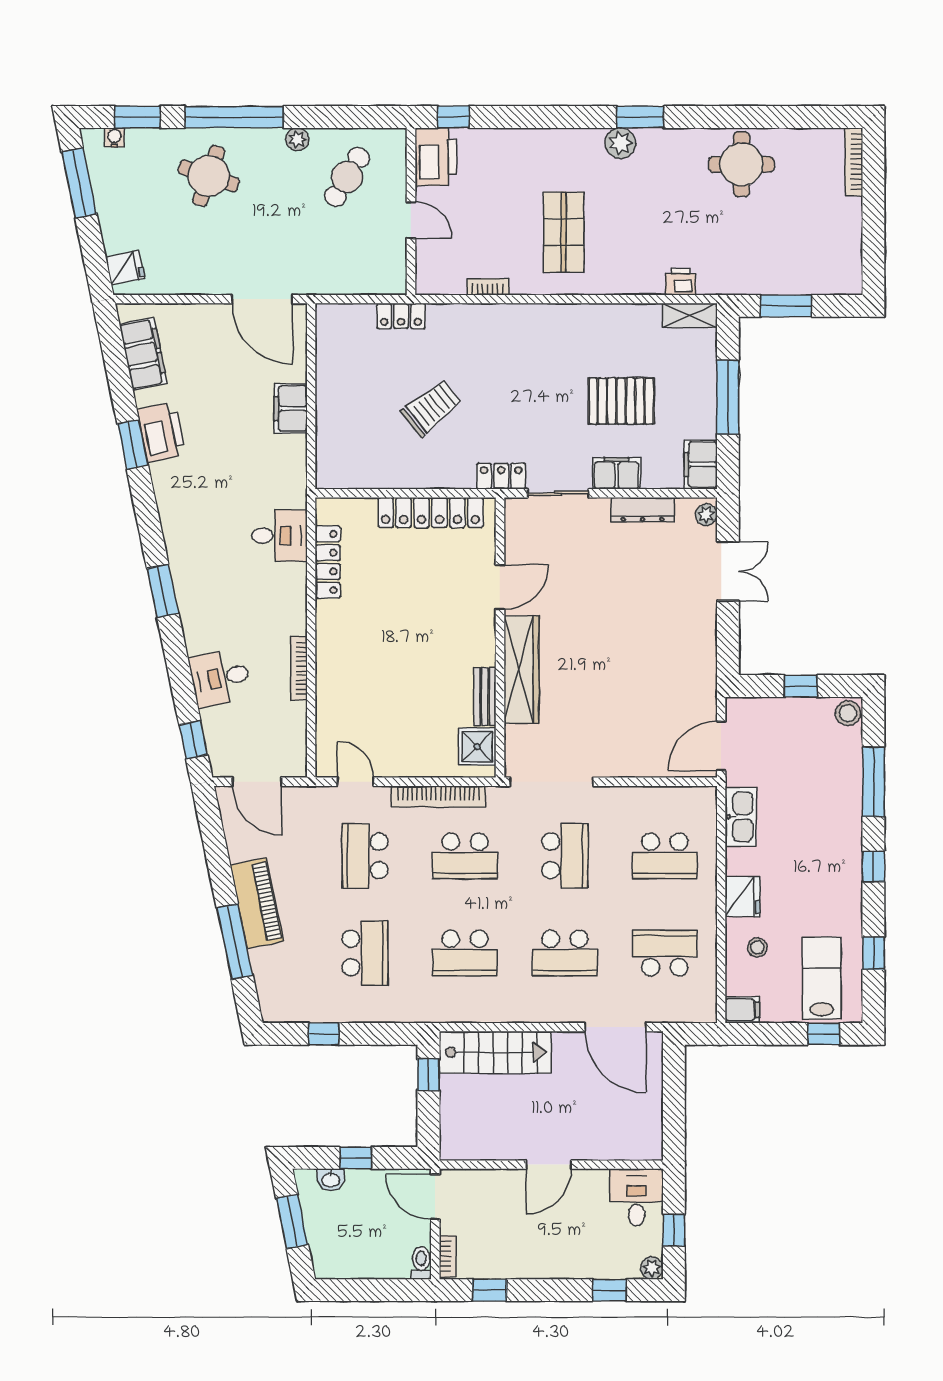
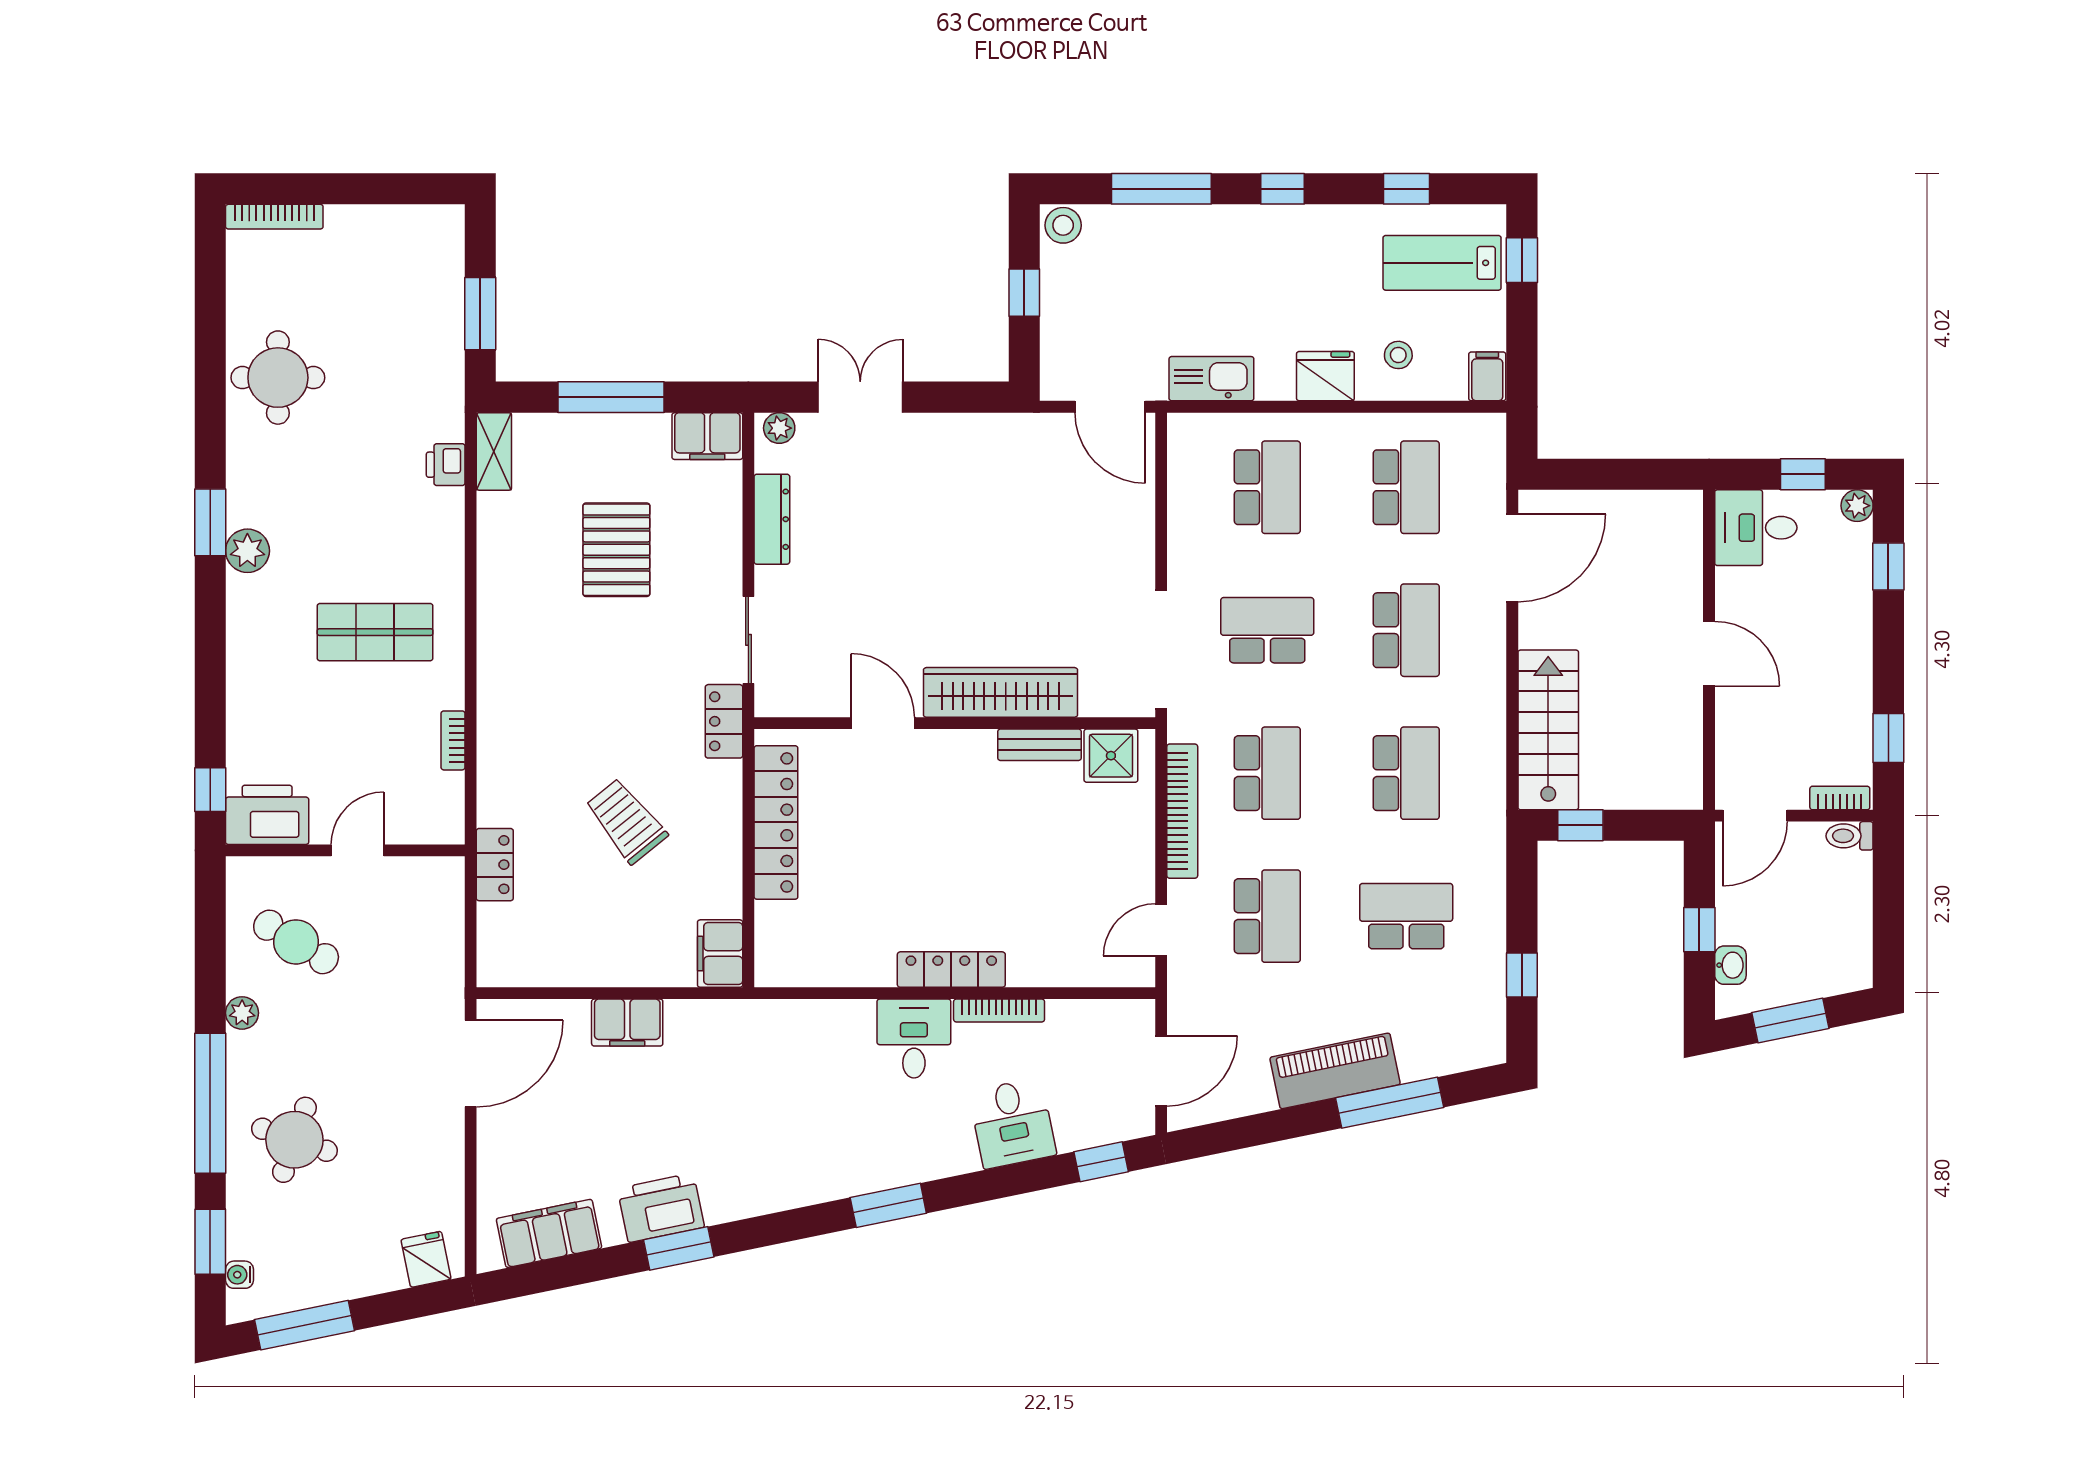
filing cabinet: (616, 473) -> (720, 954), moved
desk: (279, 536) -> (914, 1039), moved
locker: (328, 562) -> (951, 970), moved
school desk: (365, 856) -> (1267, 916), turned -90
school desk: (665, 953) -> (1406, 487), turned 180

